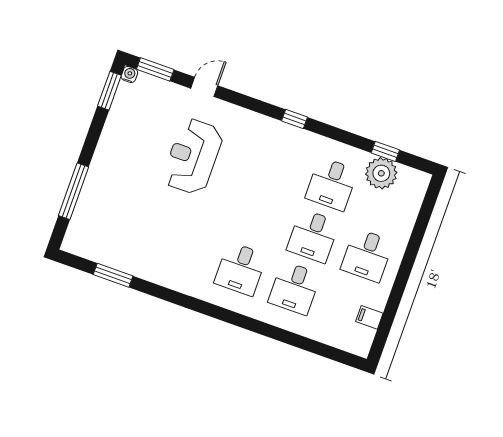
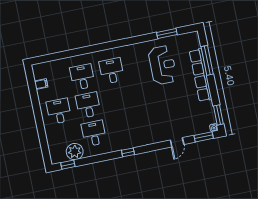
window: (385, 151) -> (68, 165), moved
reception desk: (193, 156) -> (162, 65), moved
row of seats: (99, 174) -> (201, 75), added

